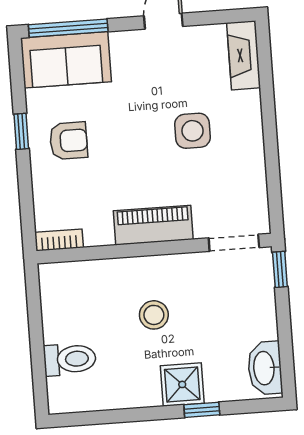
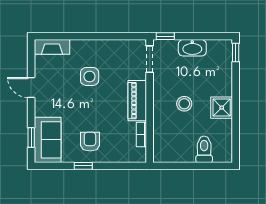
window: (68, 28) -> (31, 137), width x0.46
bookcase: (59, 240) -> (141, 135), moved
washbasin: (265, 368) -> (192, 48), moved
shower: (182, 384) -> (222, 108), moved
window: (202, 410) -> (236, 52), moved

